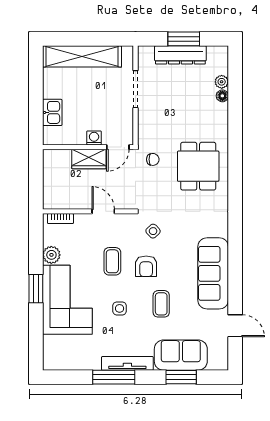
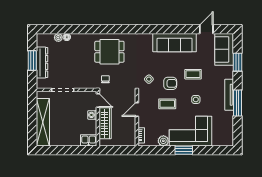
kitchen sink: (52, 112) -> (89, 140), moved
wardrobe: (89, 159) -> (105, 123), width x1.50
sofa: (181, 355) -> (224, 49), moved

